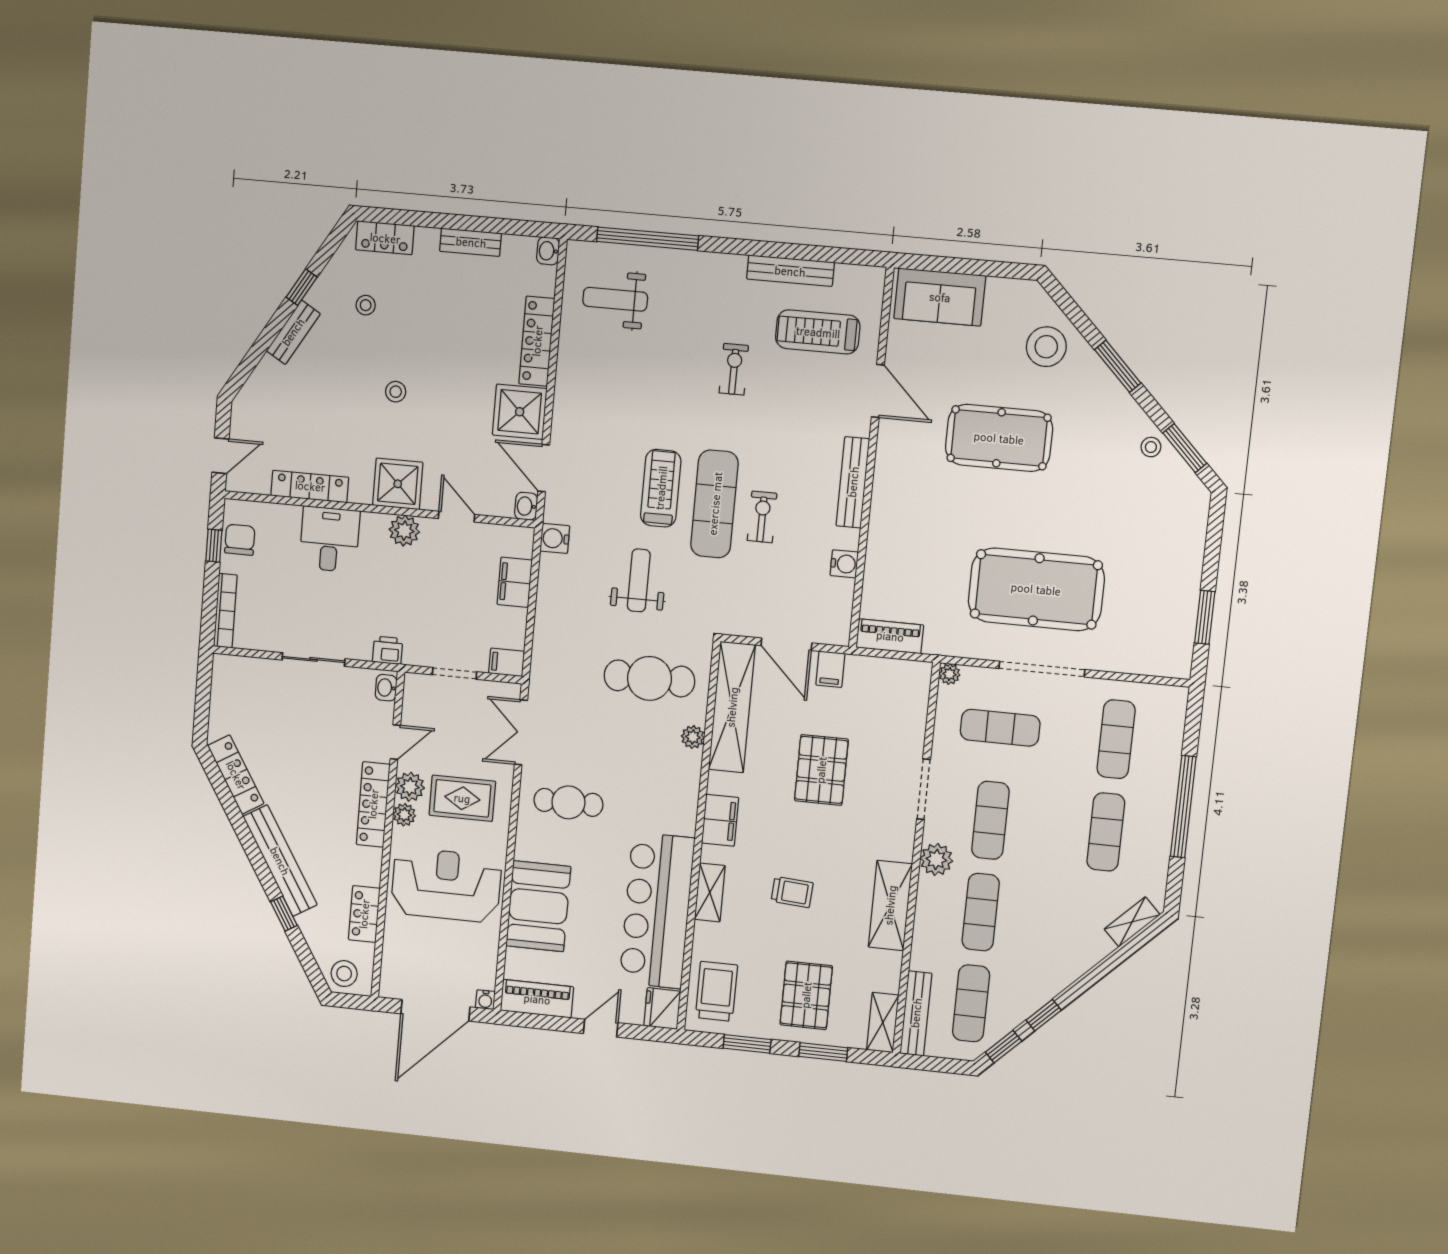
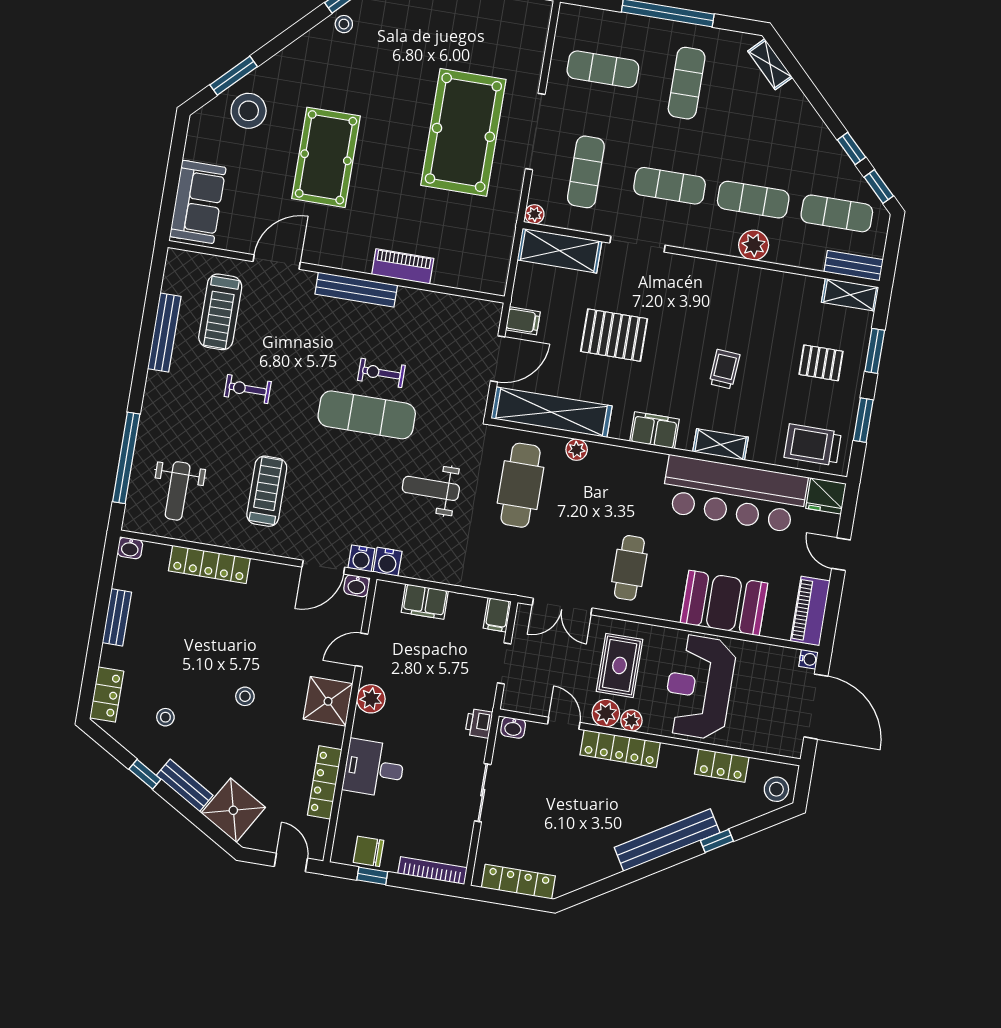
window: (1118, 366) -> (234, 76), moved
shower: (520, 412) -> (233, 810), moved, turned 31
treadmill: (661, 488) -> (267, 491), moved, turned 90
water cooler: (844, 564) -> (361, 558), moved, turned 180
piano: (890, 636) -> (403, 266), moved, turned 90
locker: (236, 775) -> (518, 882), moved, turned 31
exercise mat: (1106, 832) -> (687, 83), turned 90
plant: (936, 859) -> (754, 245), moved
shelving: (890, 905) -> (560, 251), moved
pallet: (806, 995) -> (821, 363), width x0.67, depth x0.71
bench: (916, 1013) -> (854, 266), width x0.73

